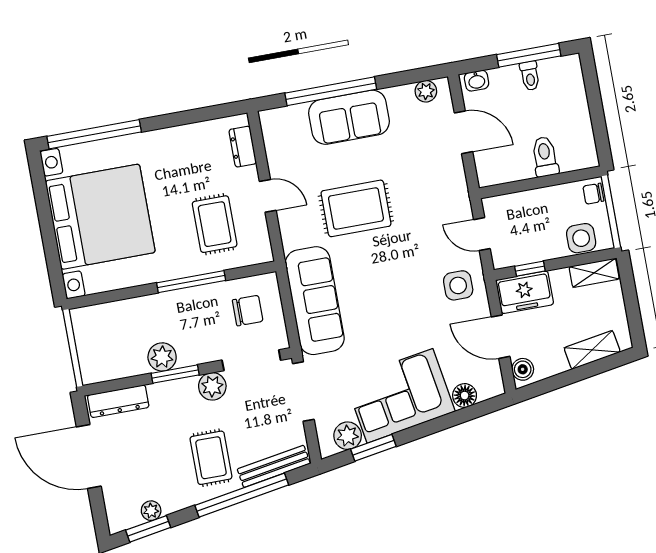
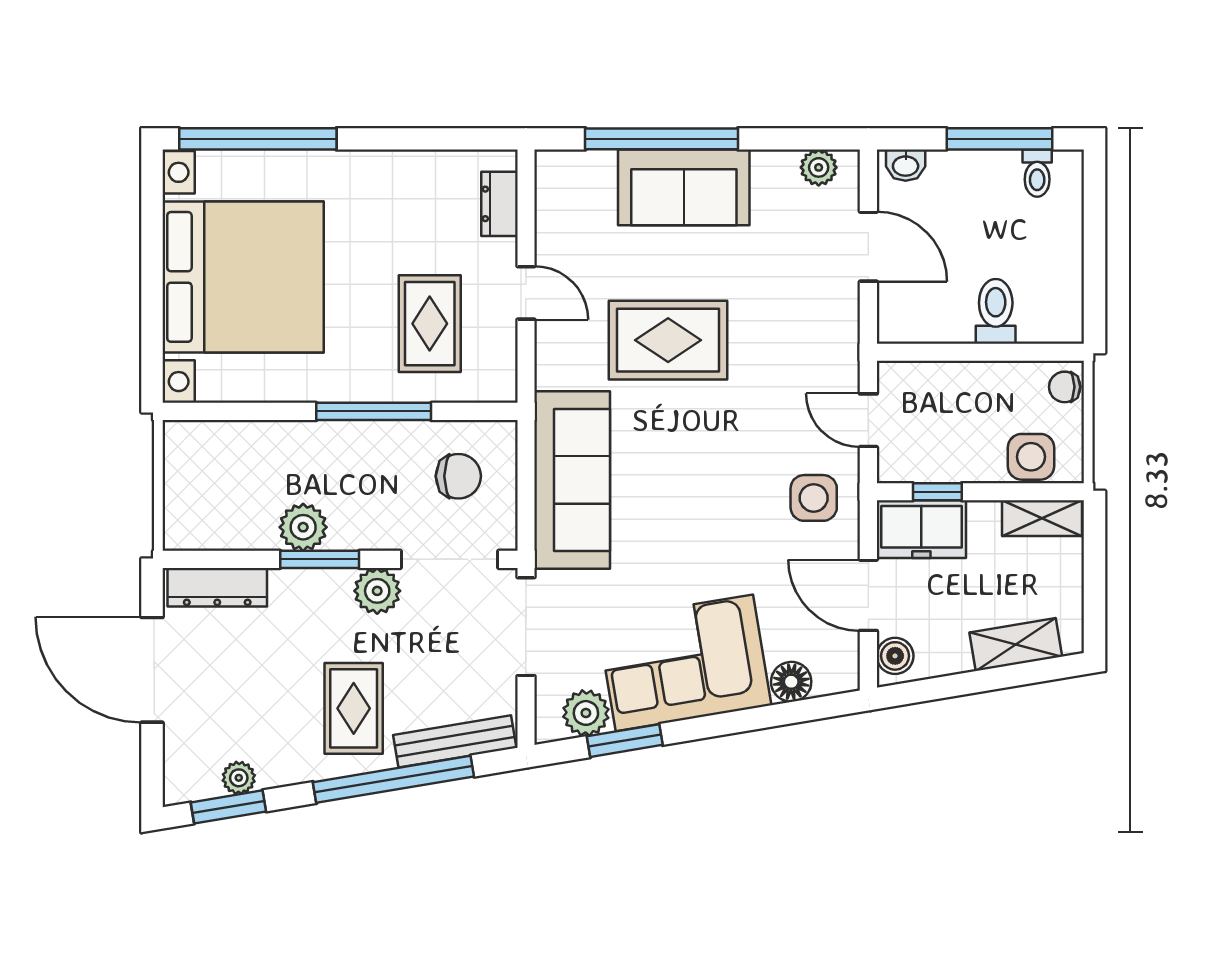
toilet: (530, 76) -> (1037, 173), moved

